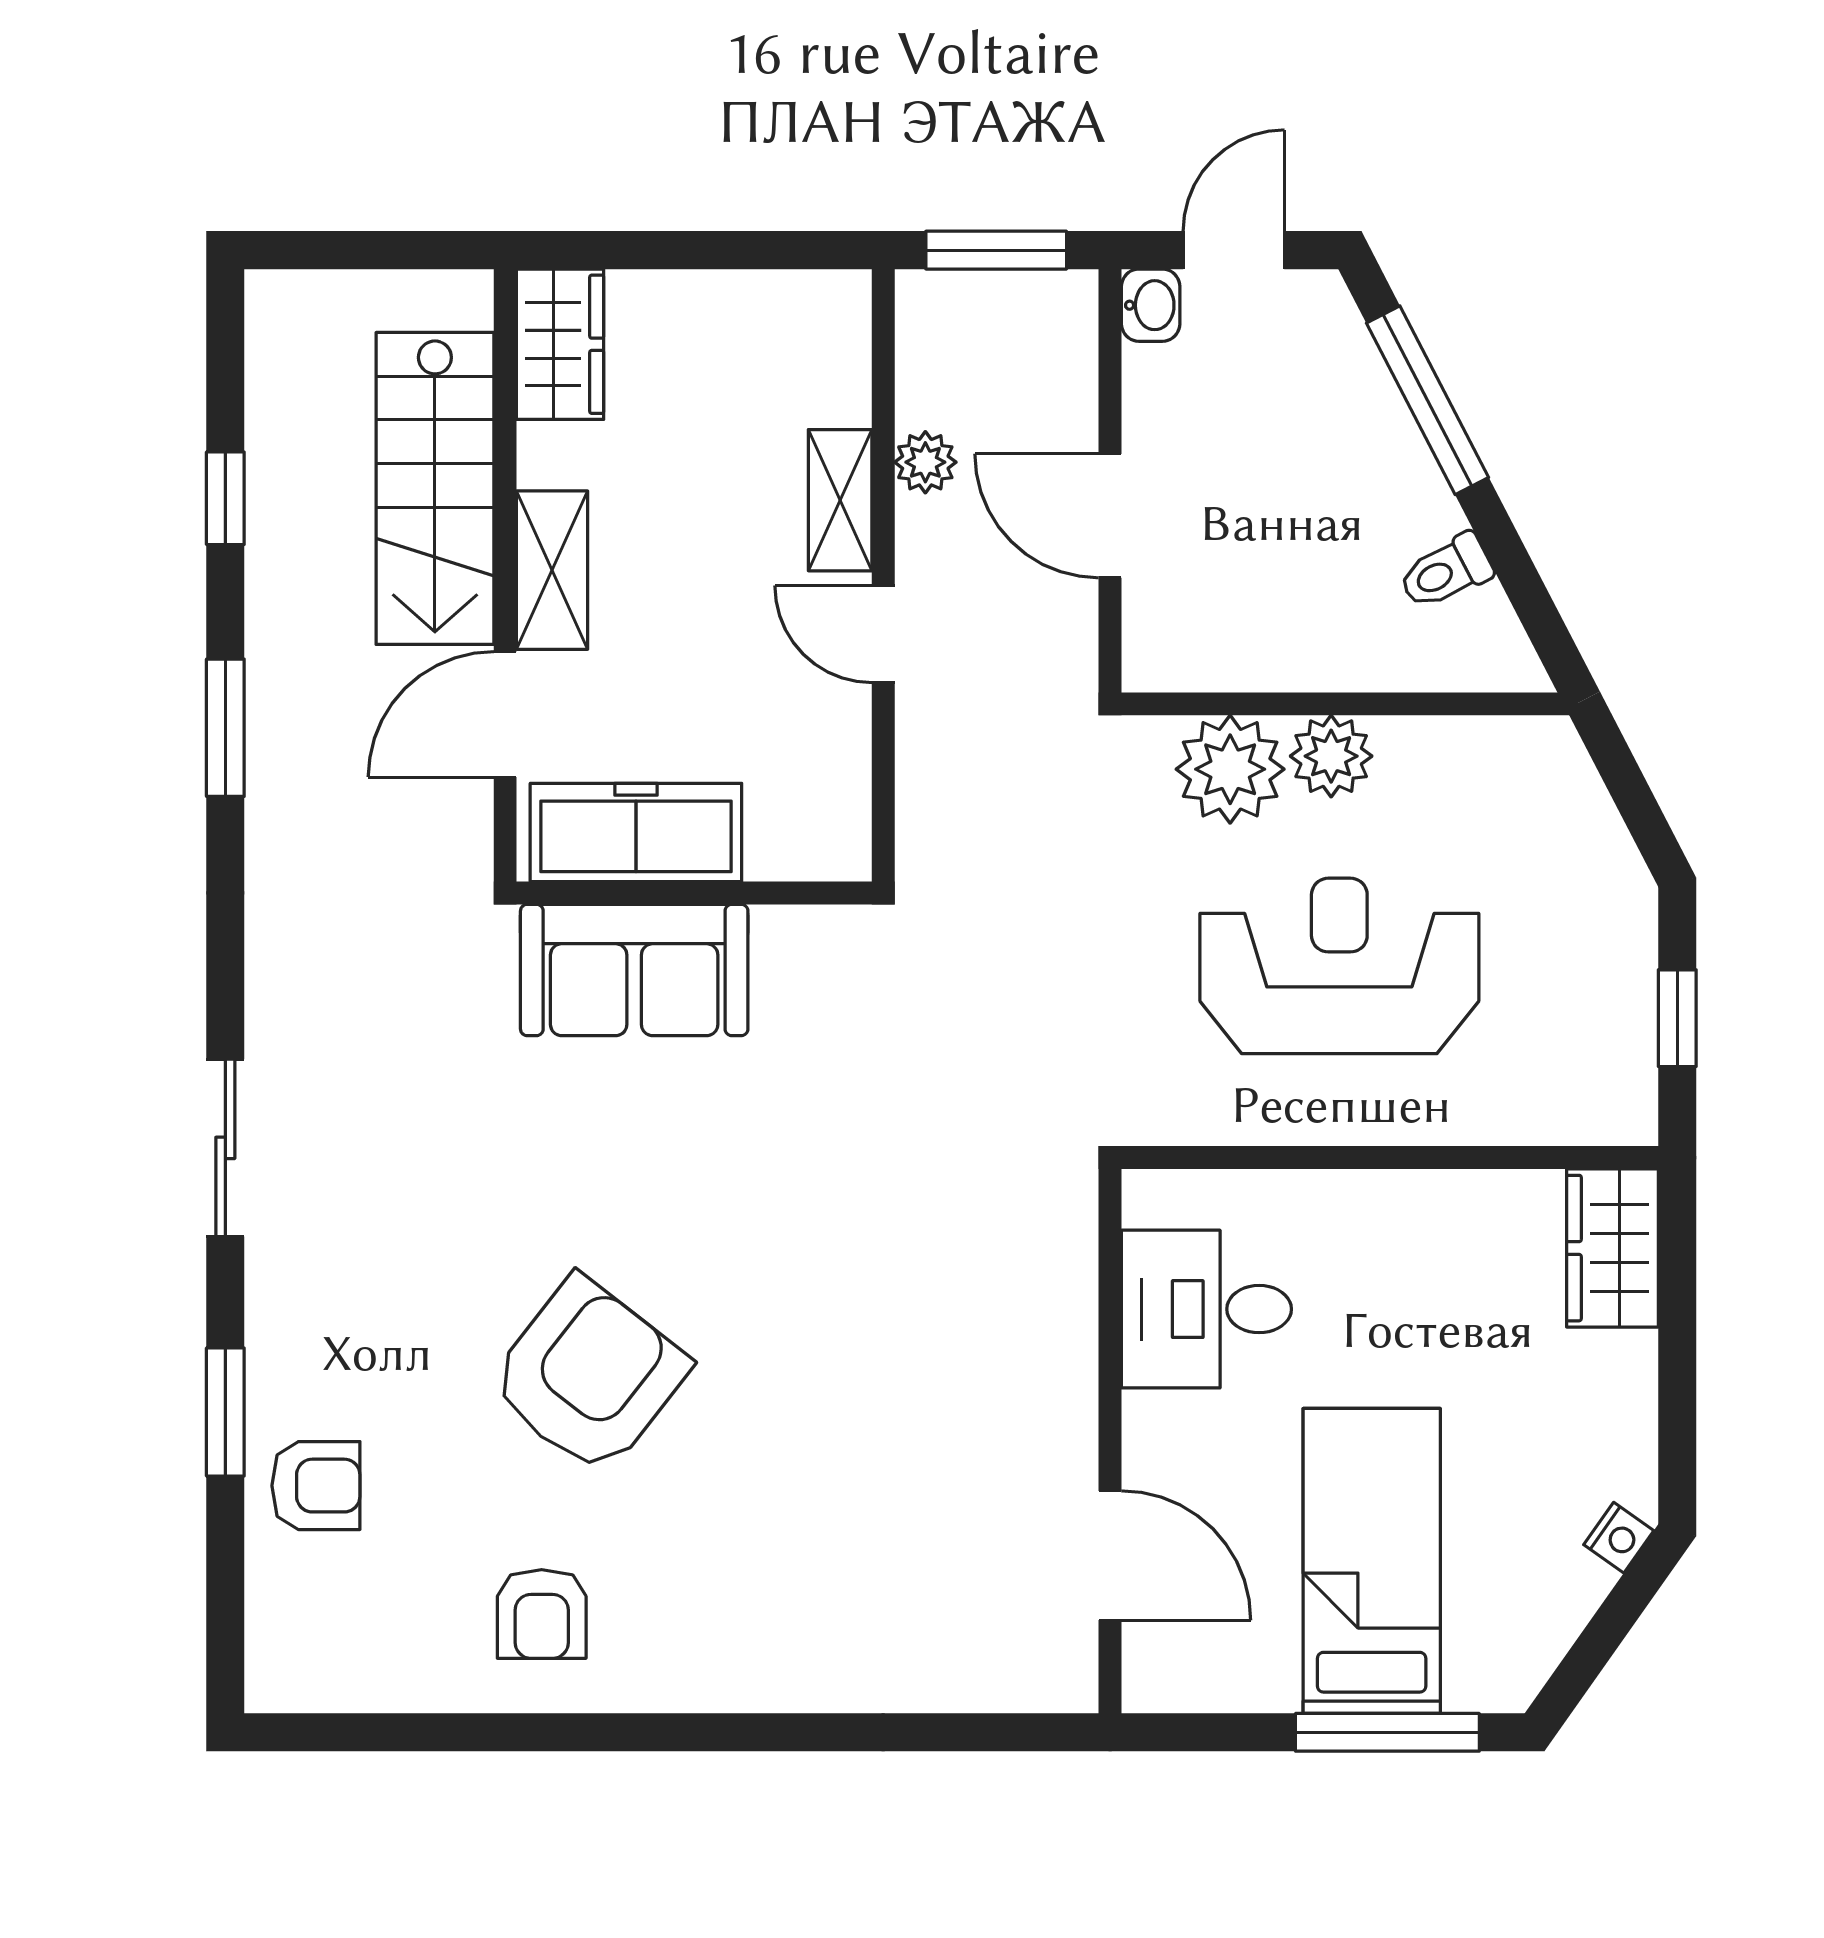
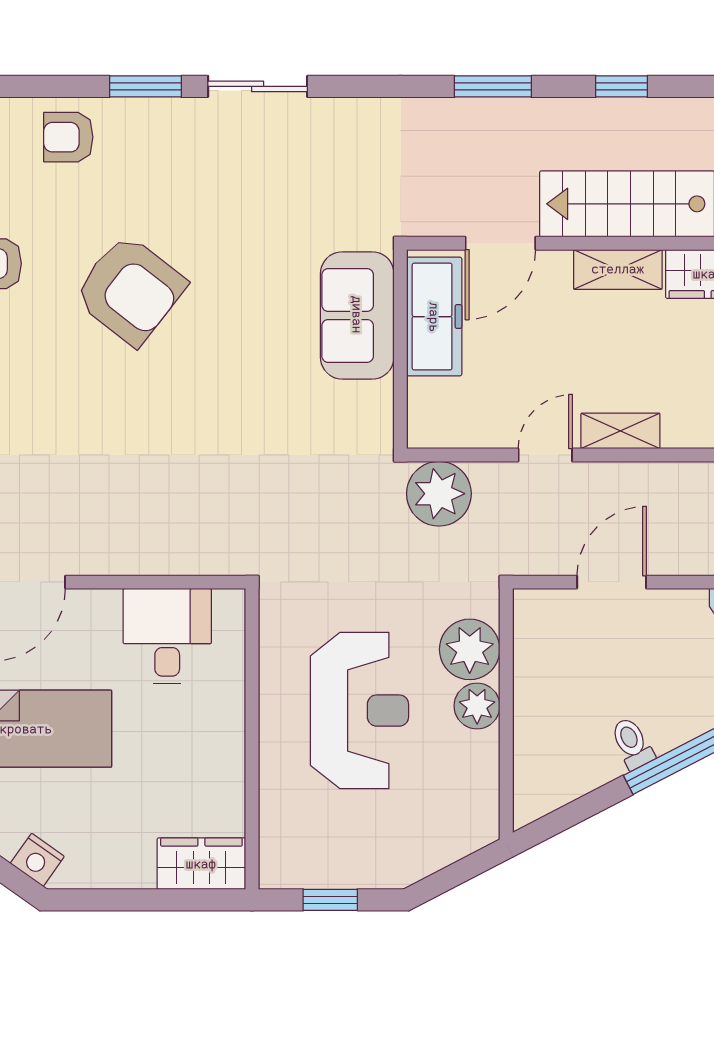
plant: (925, 462) -> (439, 494), moved, width x1.88, depth x1.88
shelving: (552, 570) -> (618, 269), moved
toilet: (1446, 572) -> (632, 743), moved
door: (505, 714) -> (500, 243), swing flipped
window: (225, 1412) -> (146, 86), moved
armchair: (316, 1486) -> (68, 137), turned 90
nightstand: (1619, 1538) -> (37, 860), width x1.39, depth x1.35

